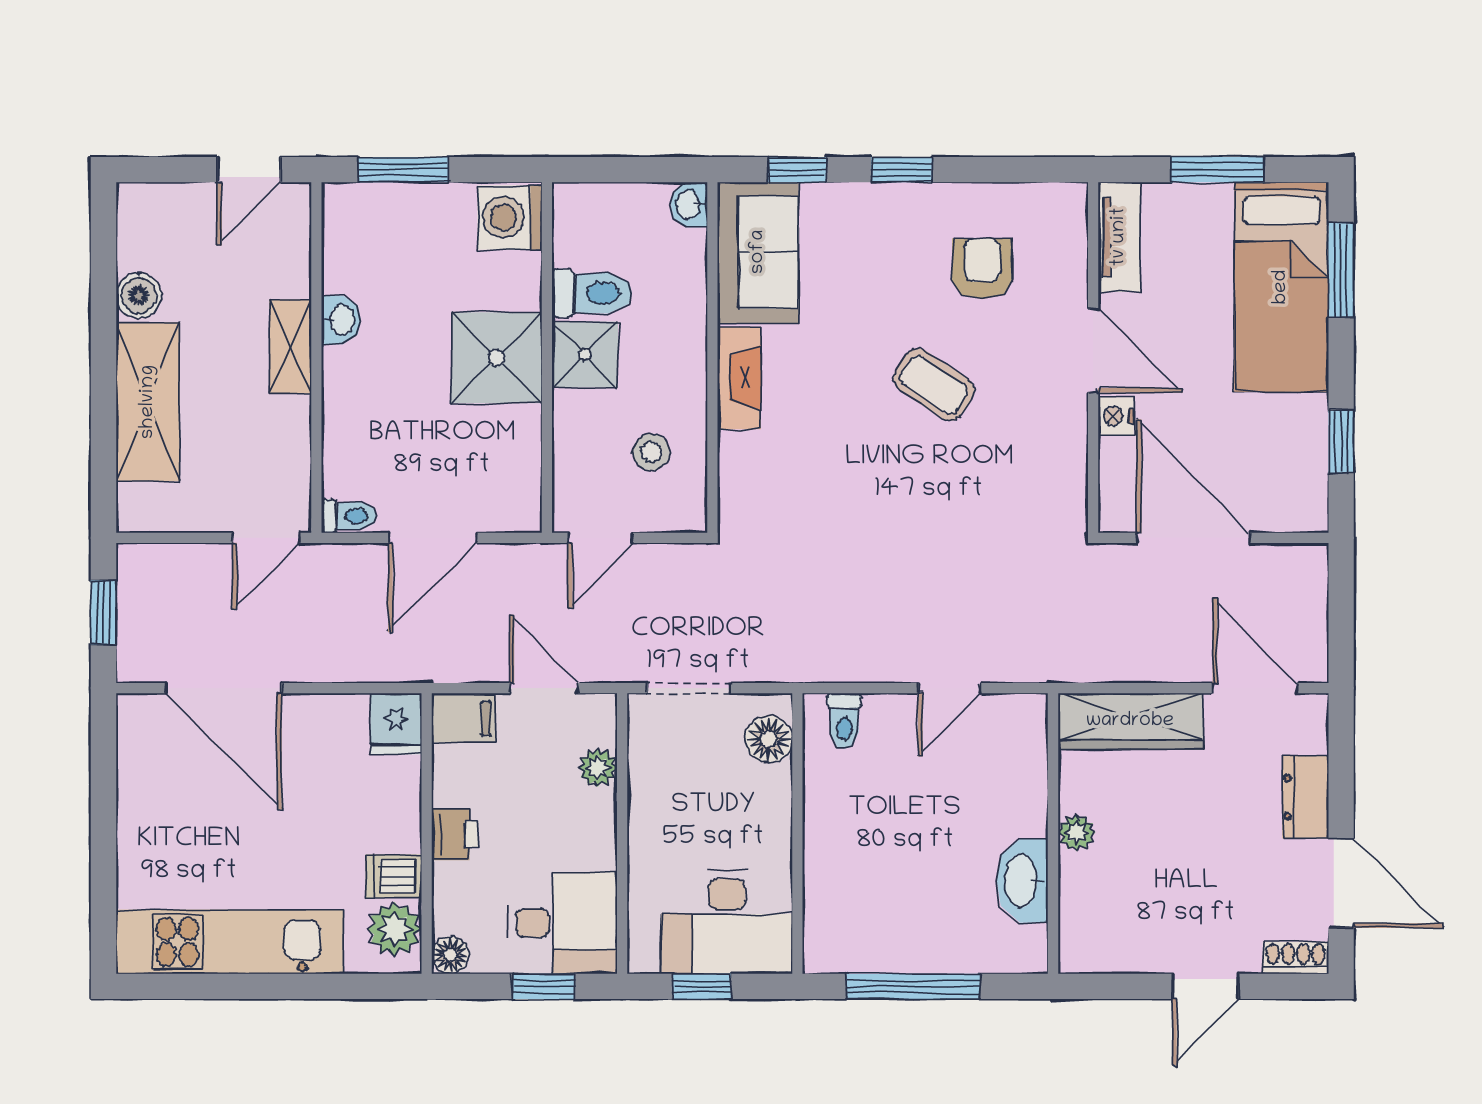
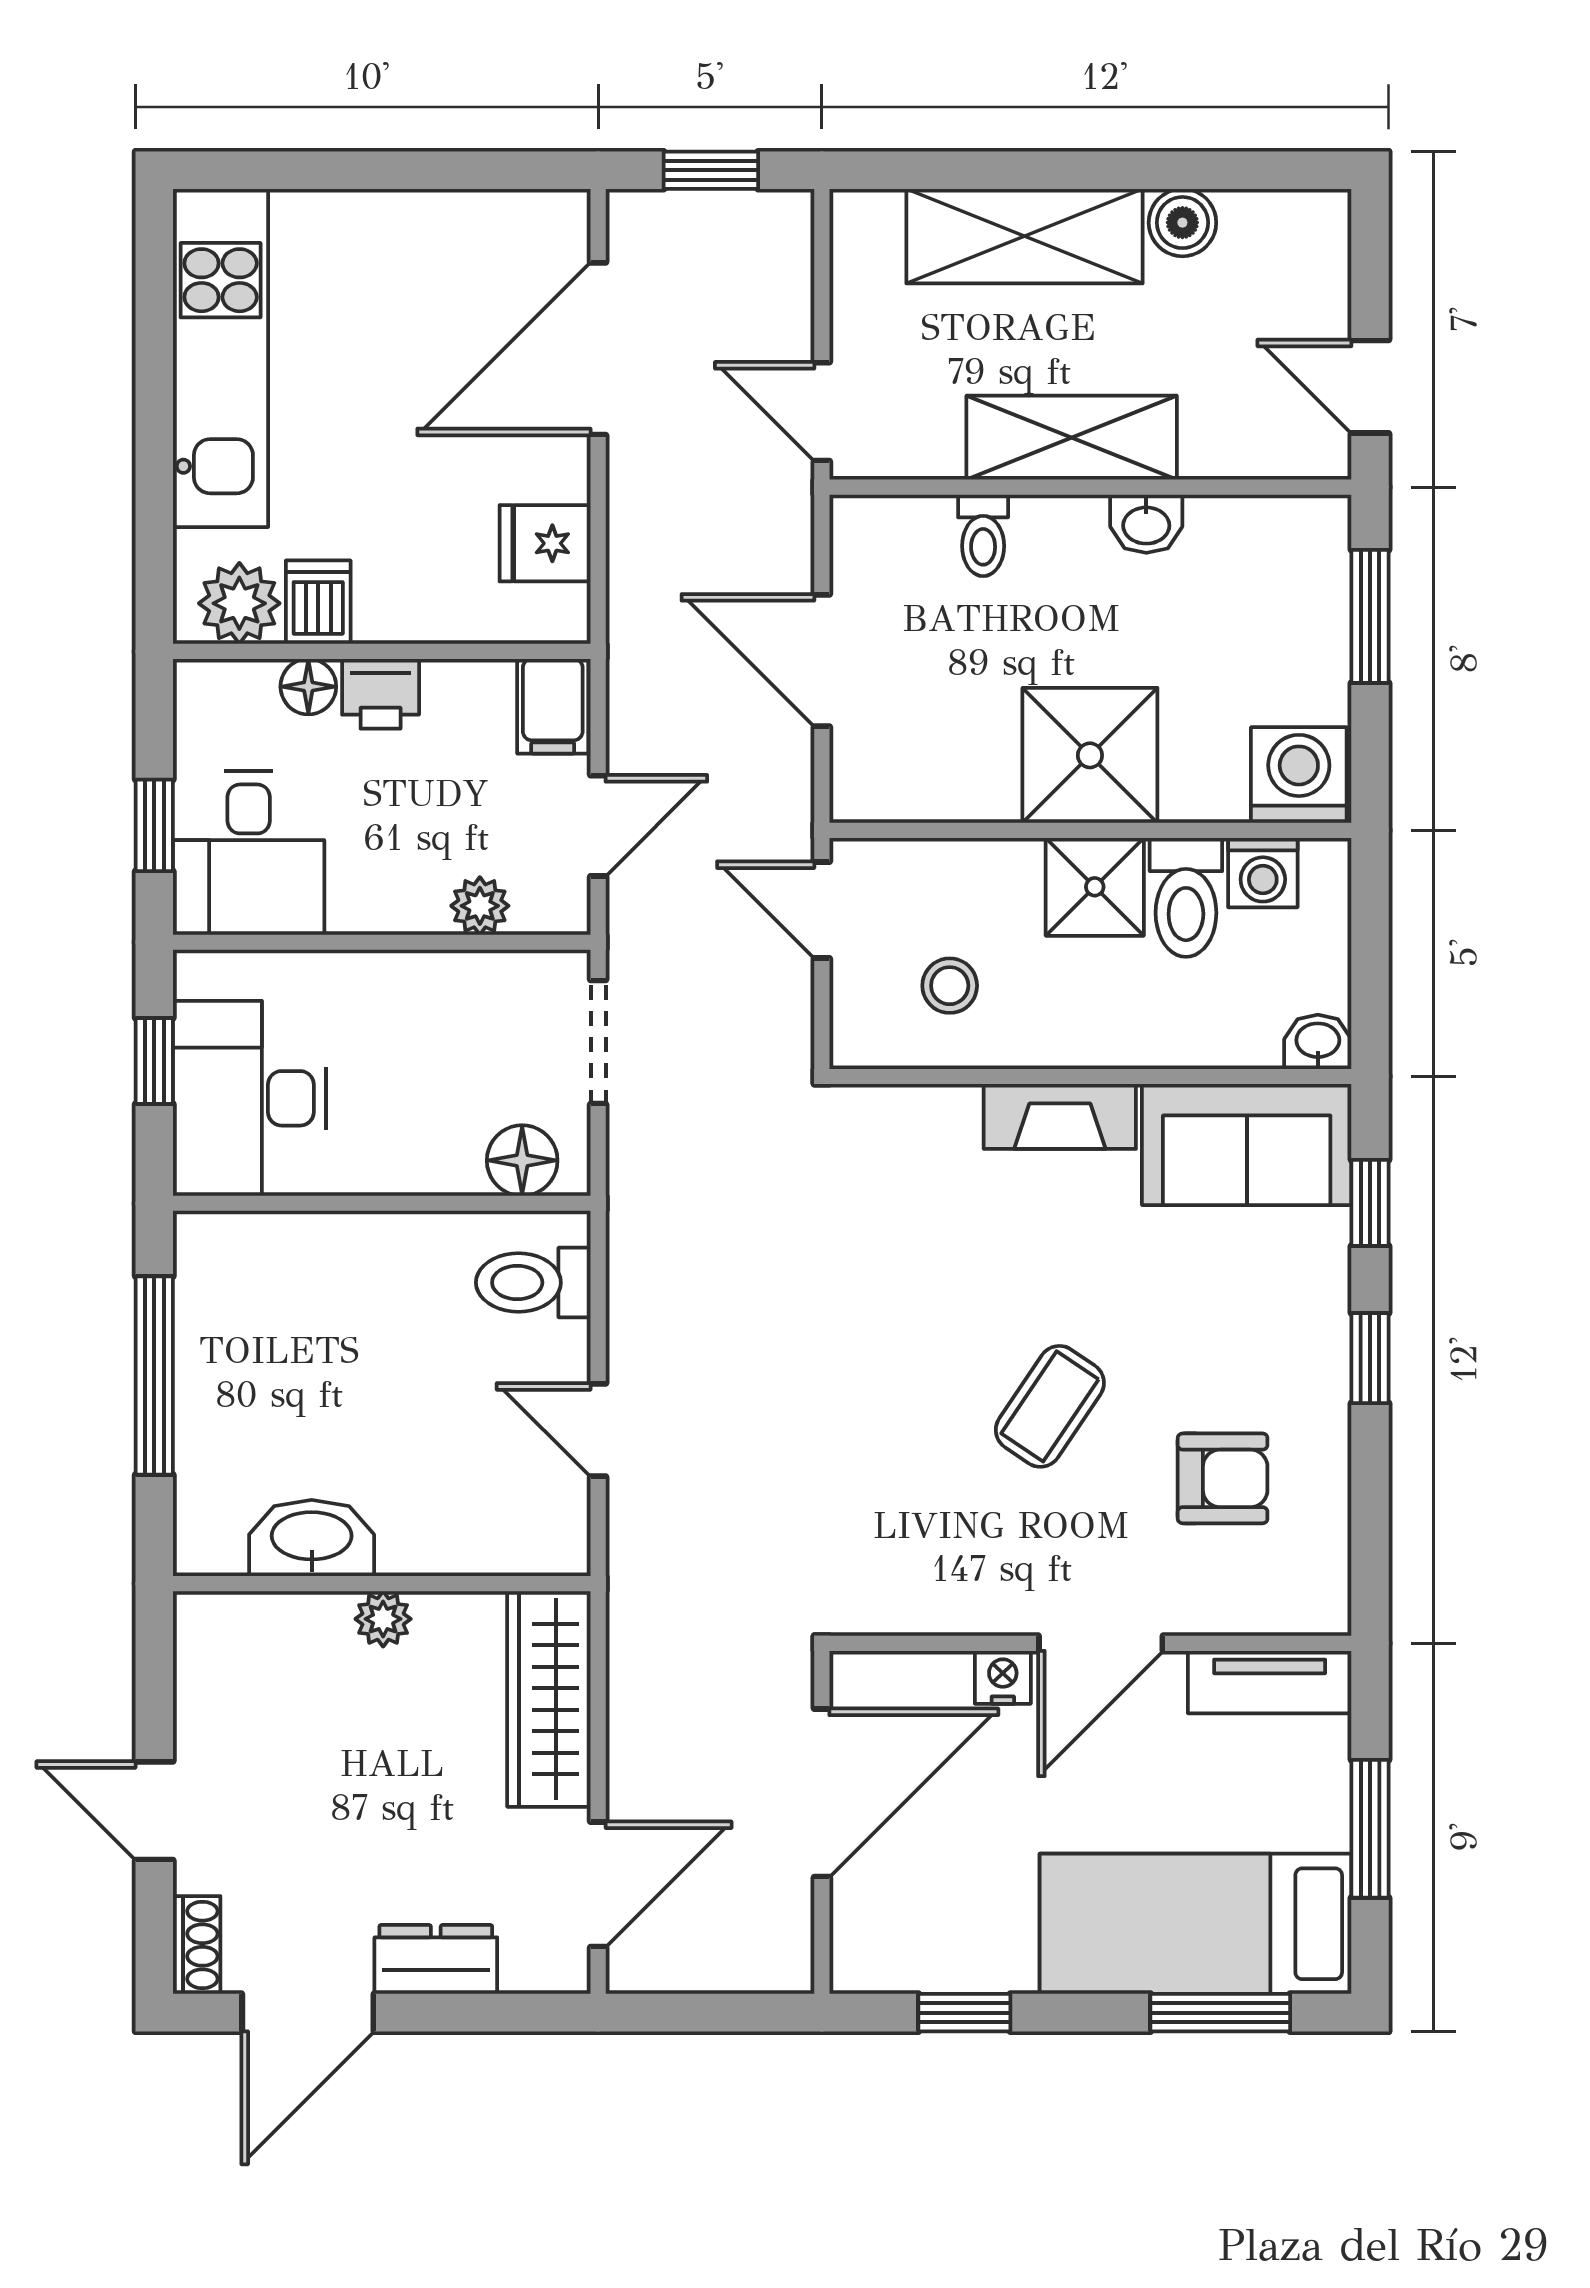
washing machine: (575, 242) -> (1263, 873), added
shelving: (290, 347) -> (1072, 438), width x1.50, depth x1.33
toilet: (349, 516) -> (983, 535), moved
toilet: (844, 721) -> (533, 1283), width x1.37, depth x1.39
fridge: (396, 724) -> (545, 543), moved
floor lamp: (450, 955) -> (308, 687), moved

